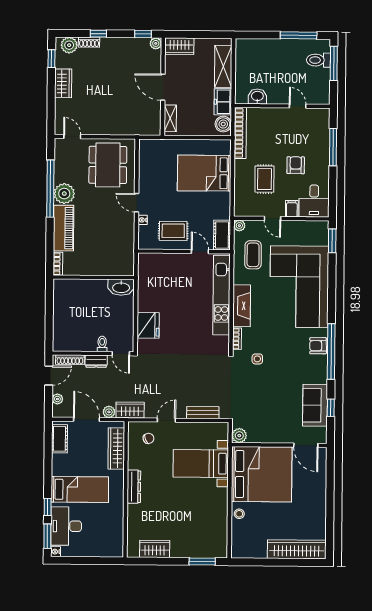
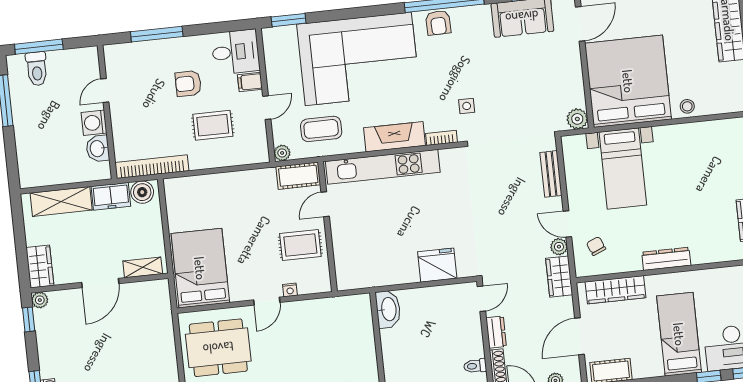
washing machine: (276, 96) -> (94, 123), added
bed: (204, 173) -> (200, 268), moved, turned 180
rug: (173, 231) -> (300, 245), turned 90
toilet: (102, 344) -> (475, 366), moved
plant: (109, 412) -> (559, 247), moved

